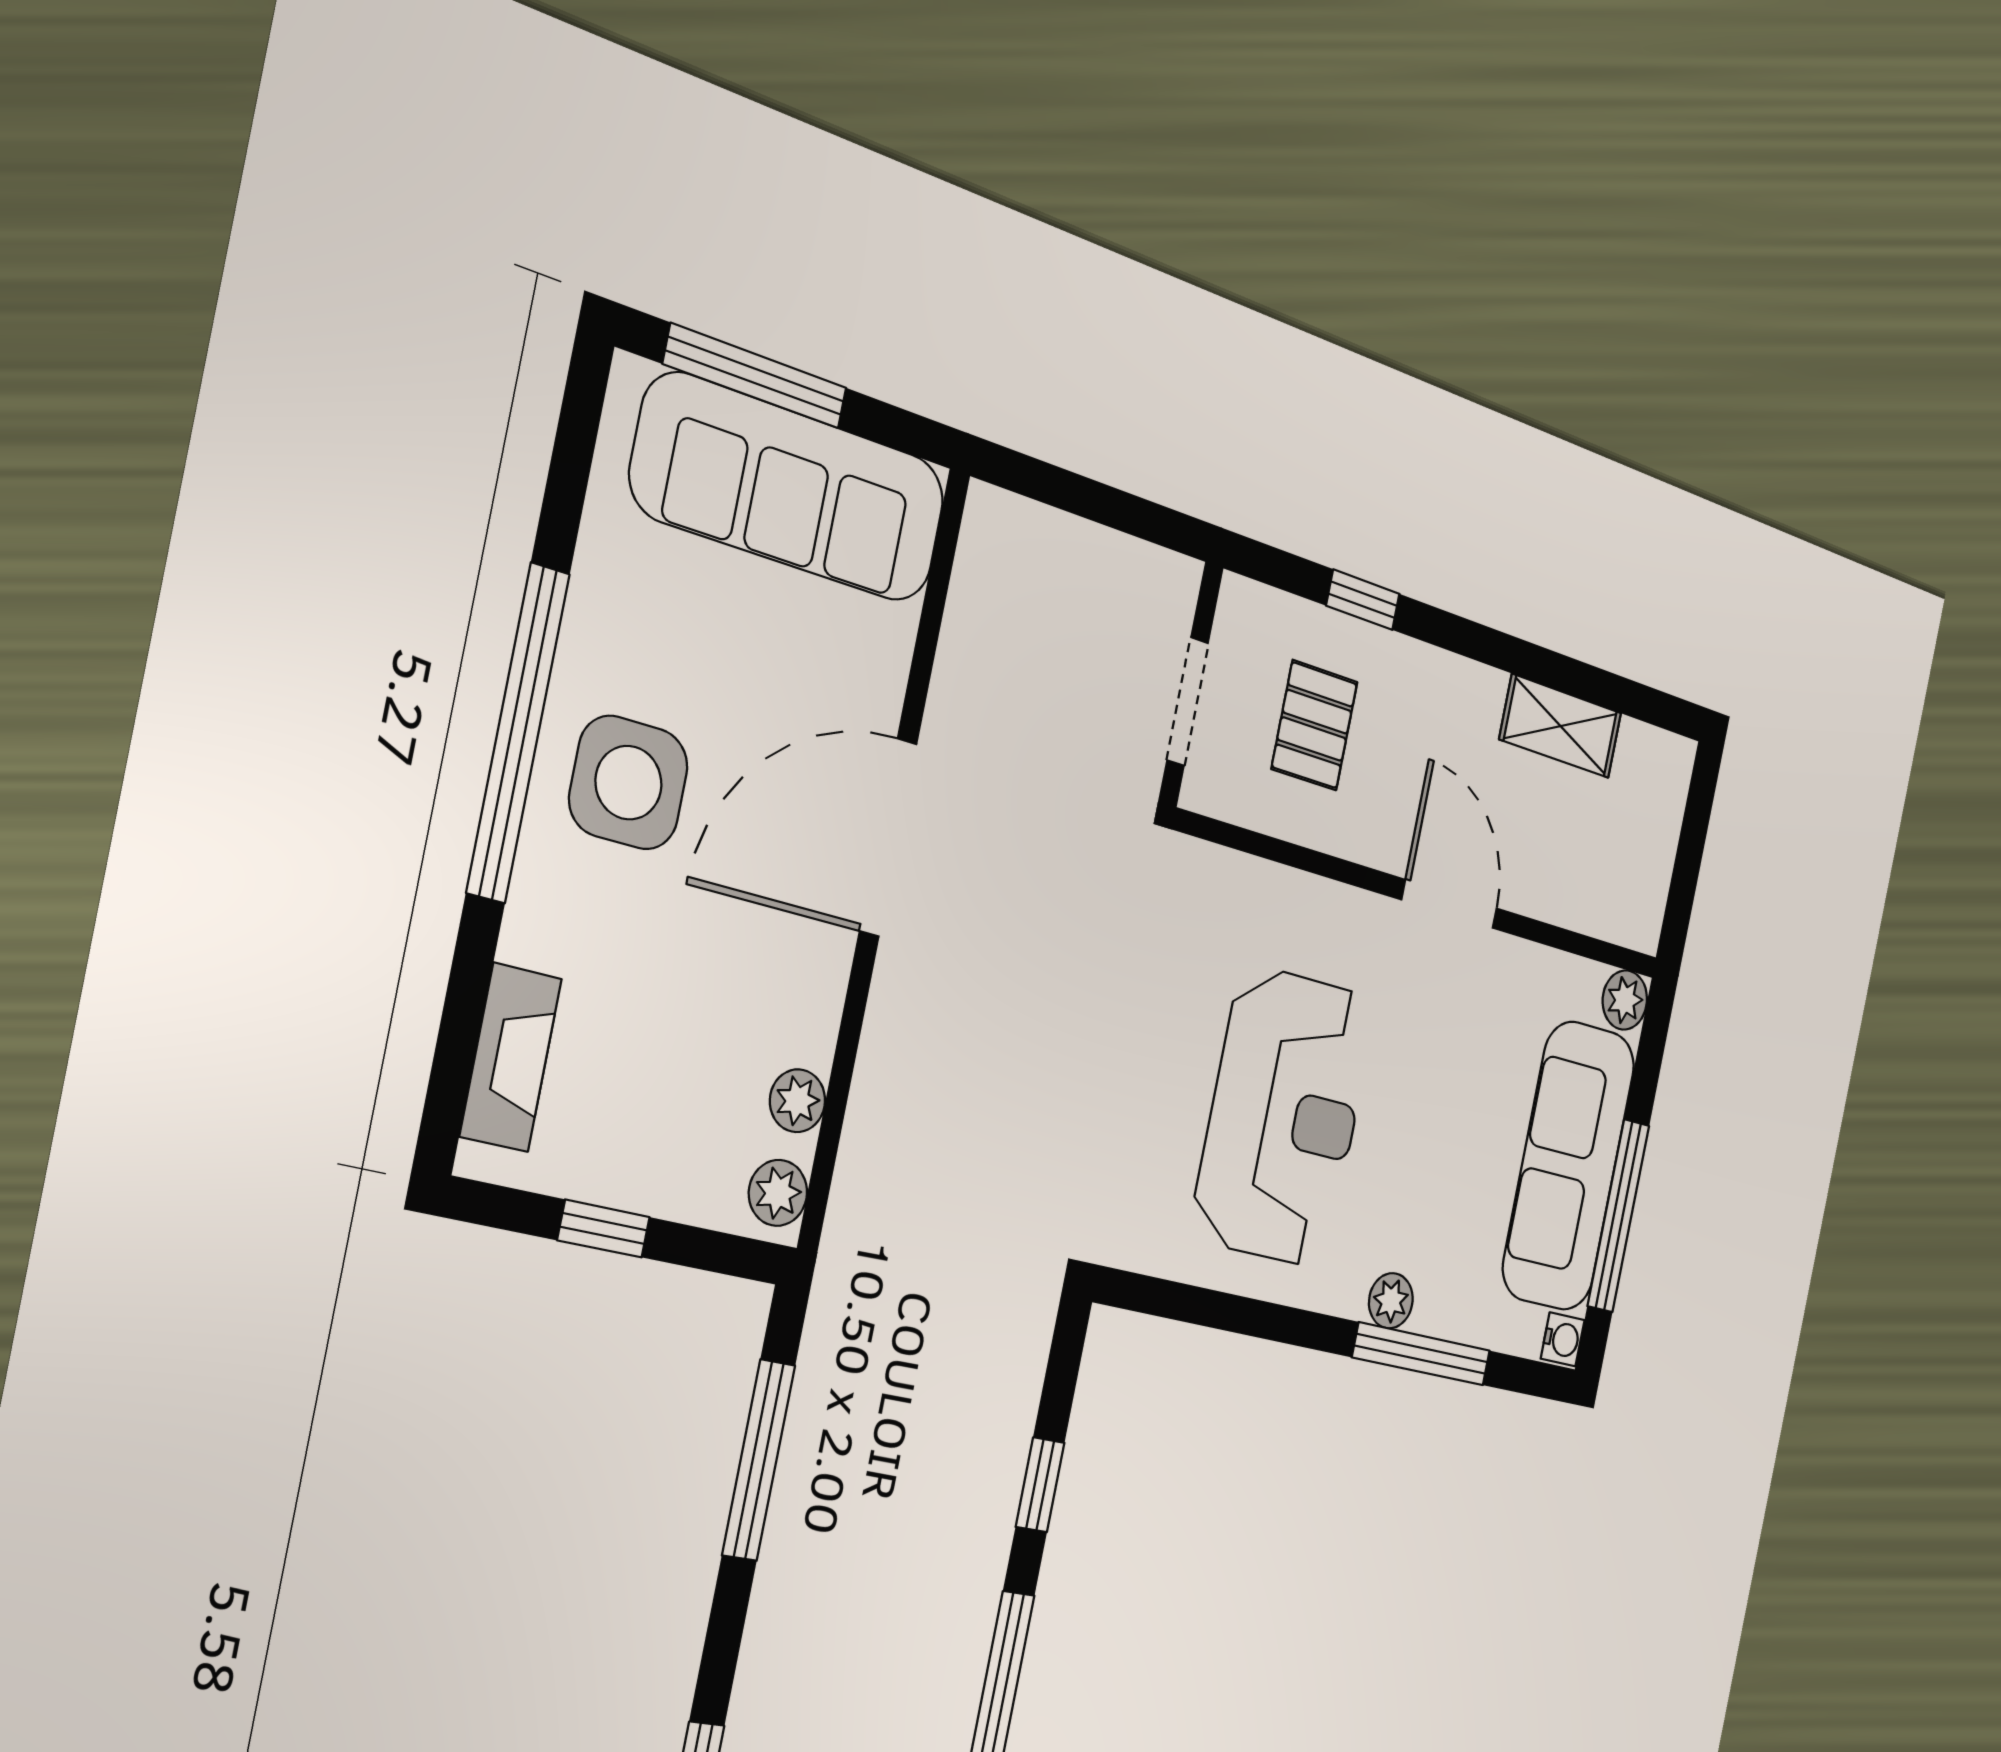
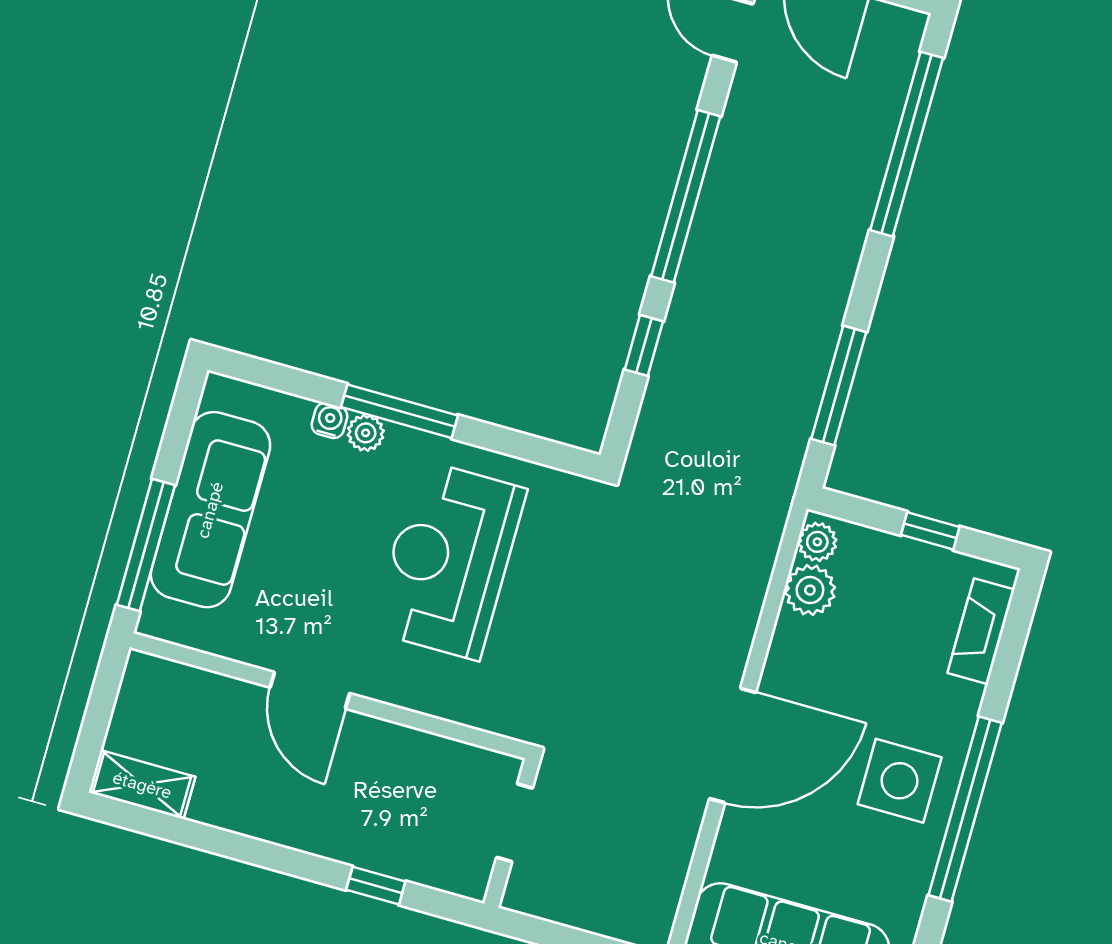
pallet: (1314, 725) -> (417, 807), removed
shelving: (1561, 726) -> (142, 785), moved
plant: (1625, 1000) -> (158, 619), removed
plant: (798, 1101) -> (810, 590), width x1.38, depth x1.38
window: (1618, 1216) -> (146, 545), moved
water cooler: (1563, 1339) -> (329, 421), moved, turned 90
window: (1422, 1354) -> (399, 411), moved

